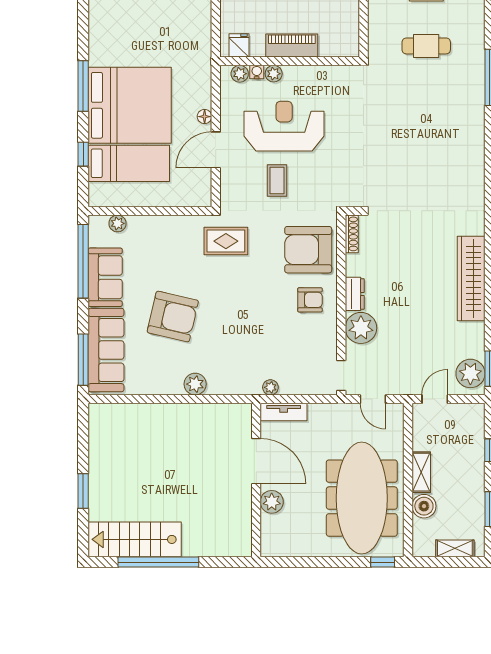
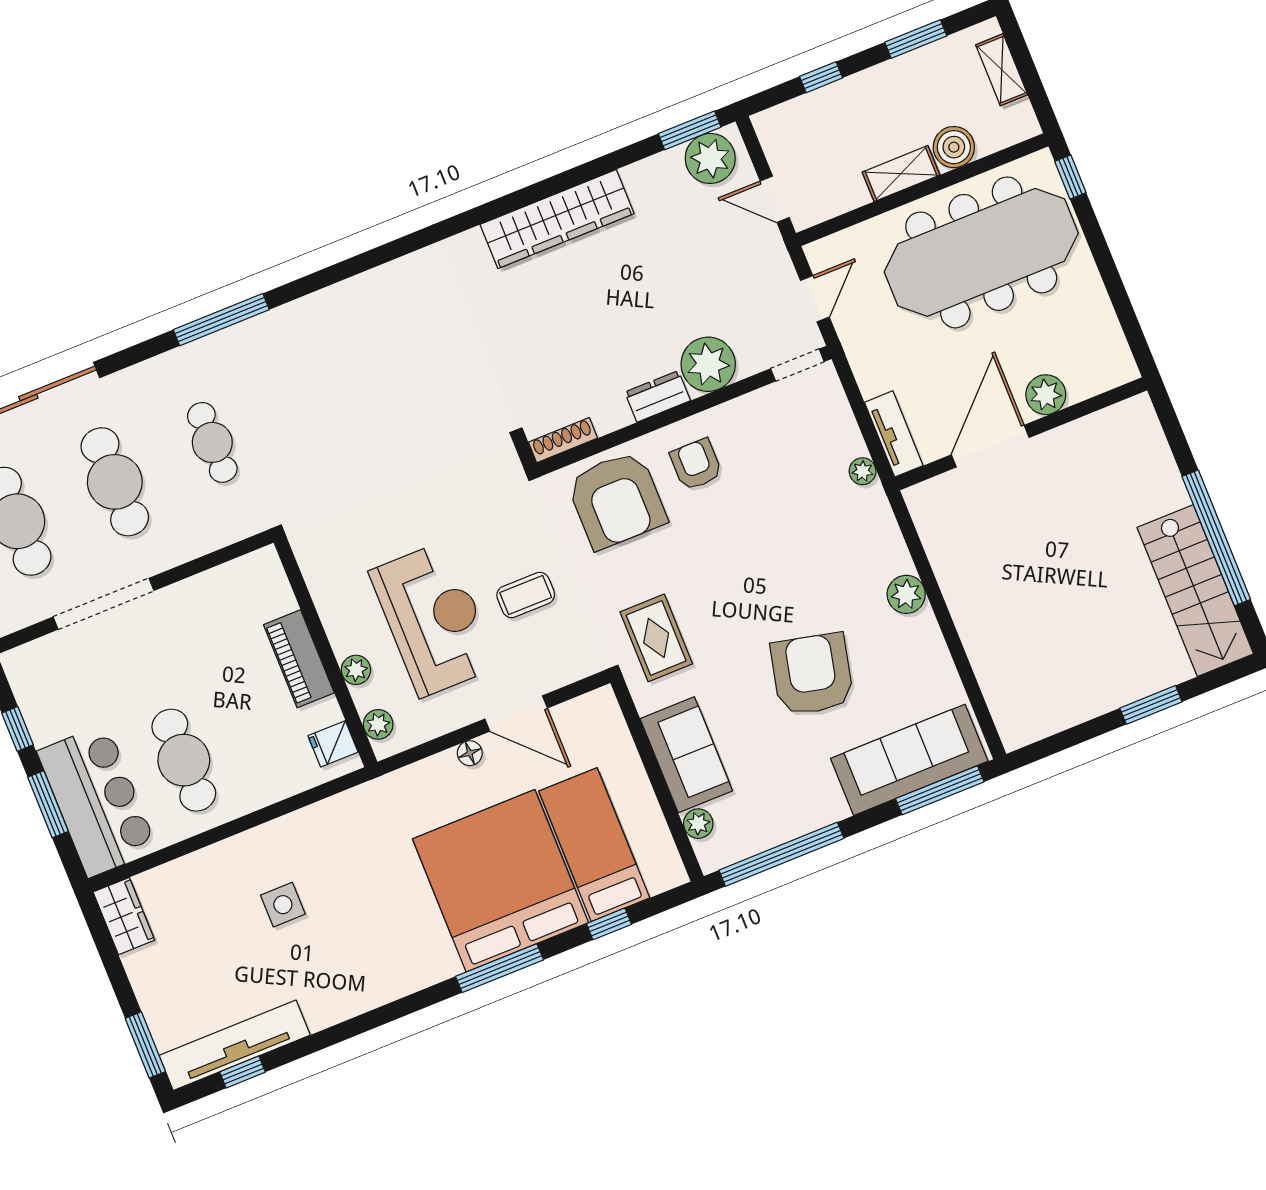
water cooler: (257, 72) -> (364, 698), removed
reception desk: (284, 126) -> (434, 619), turned 180
sofa: (105, 277) -> (686, 755), moved, turned 90

